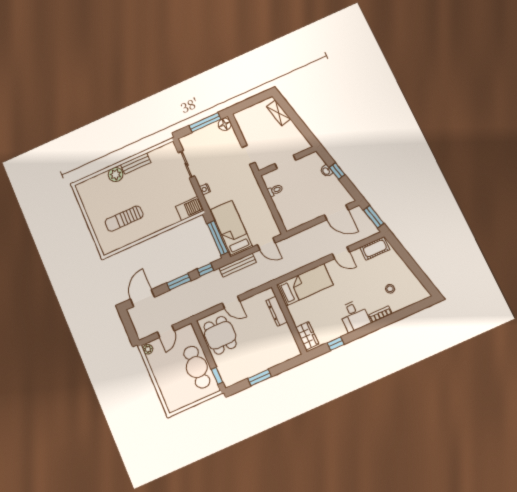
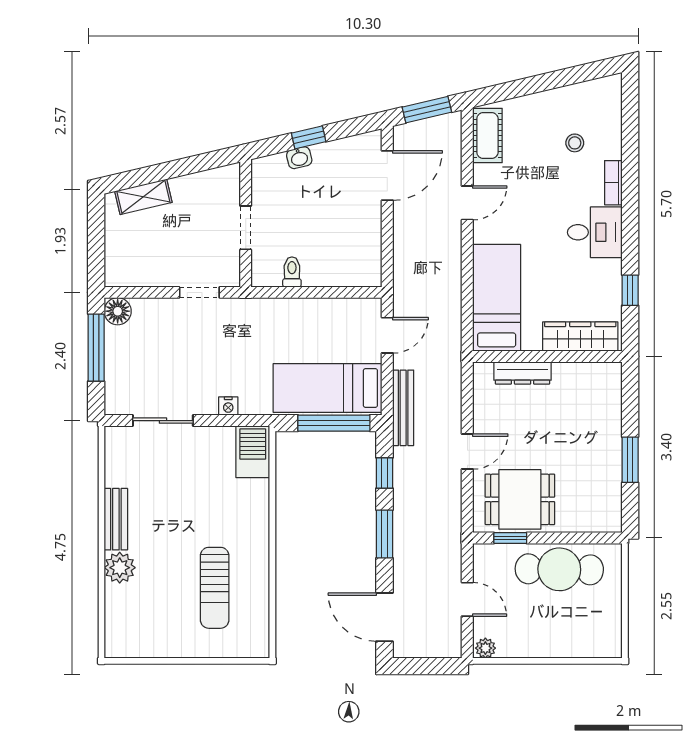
wardrobe: (307, 336) -> (580, 337), width x1.50
window: (217, 376) -> (510, 538), moved

